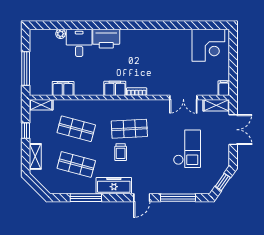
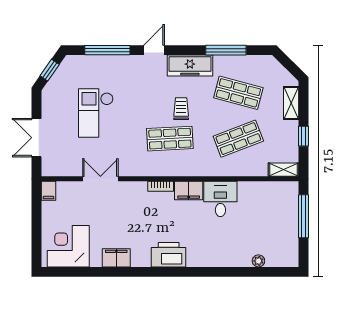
printer: (106, 39) -> (169, 255), moved
desk: (79, 43) -> (220, 199), moved, turned 180
filing cabinet: (63, 89) -> (116, 258), moved, turned 180
shelving: (216, 105) -> (58, 169), removed
shop shelf: (76, 129) -> (238, 139), turned -36

